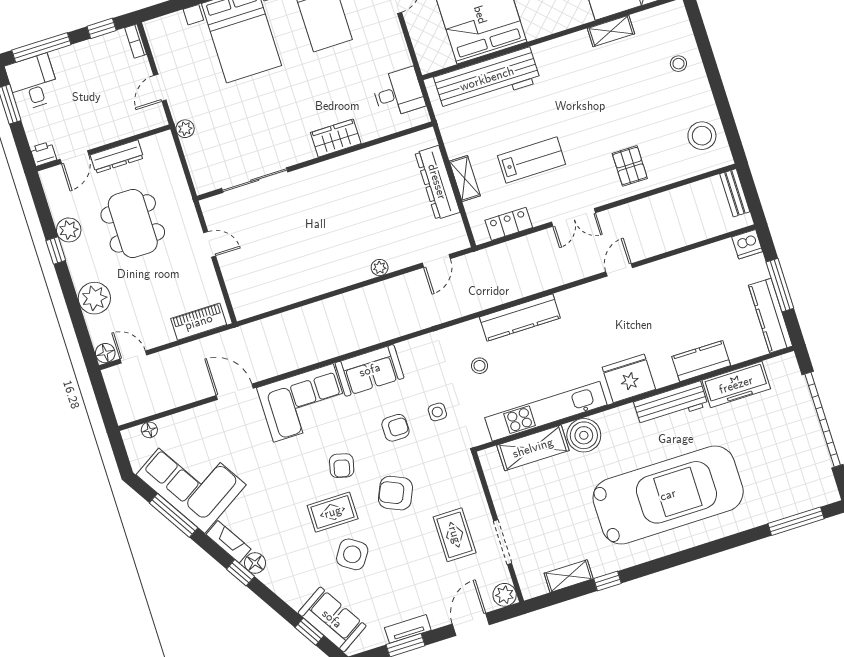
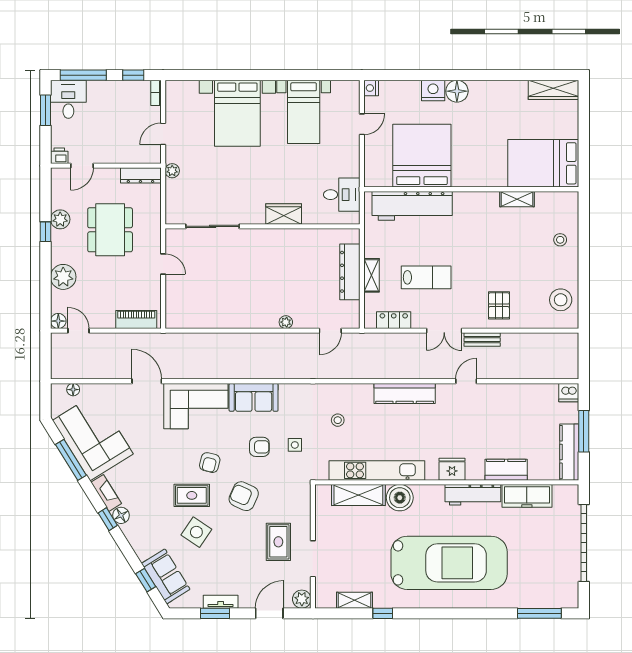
dresser: (117, 157) -> (140, 175), moved
bench: (735, 193) -> (482, 340), moved, turned 90
kitchen counter: (520, 317) -> (405, 393), moved
fridge: (629, 378) -> (452, 469), width x0.73, depth x0.75

